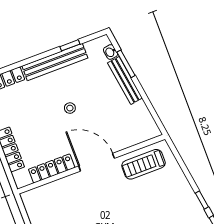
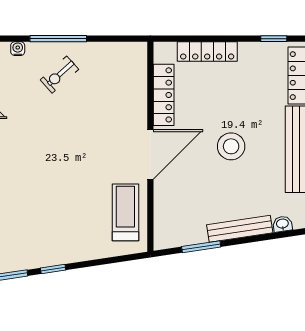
window: (126, 64) -> (201, 247), moved
stool: (70, 108) -> (231, 146), width x1.89, depth x1.89

